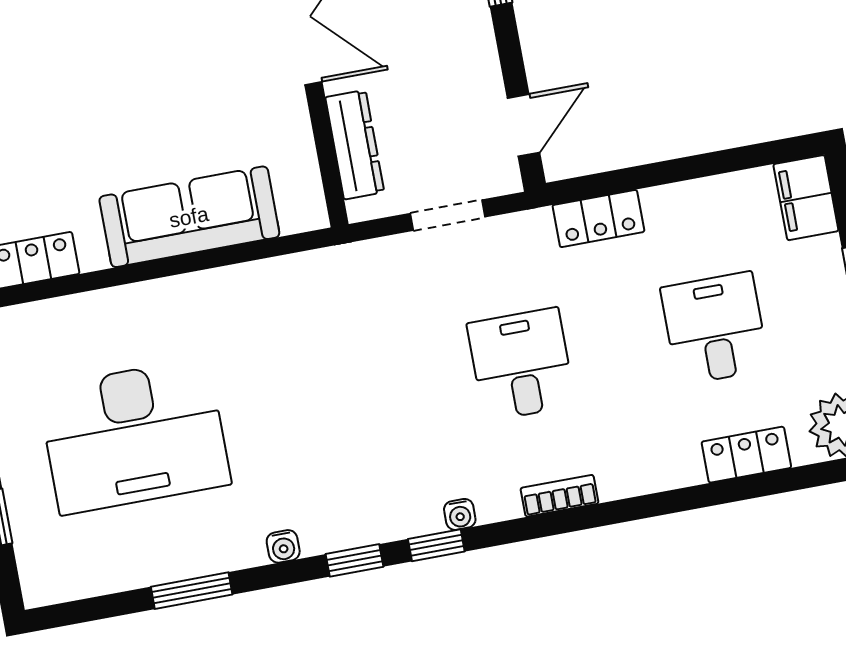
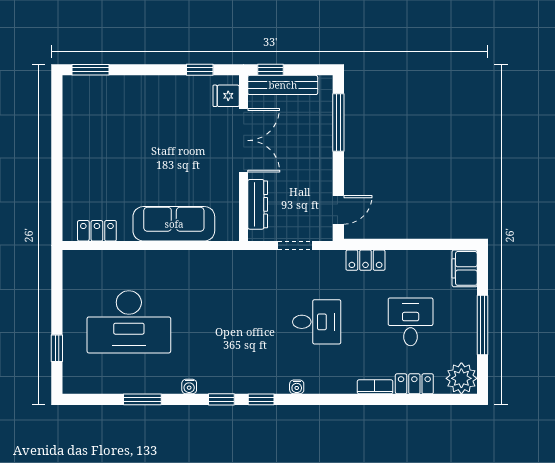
desk: (521, 364) -> (317, 322), turned 90
bookcase: (559, 496) -> (375, 387), moved
water cooler: (460, 514) -> (297, 387), moved

